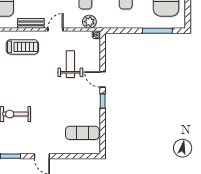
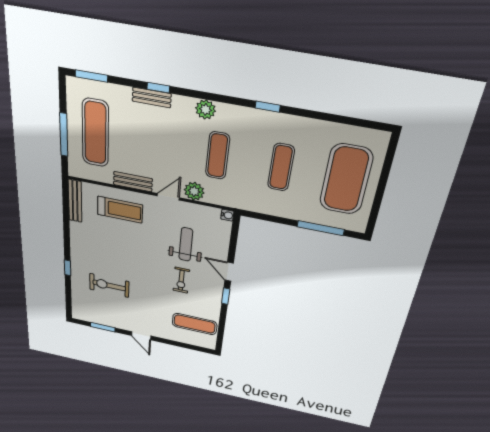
plant: (89, 22) -> (194, 191), moved
exercise bike: (69, 95) -> (181, 280), added

